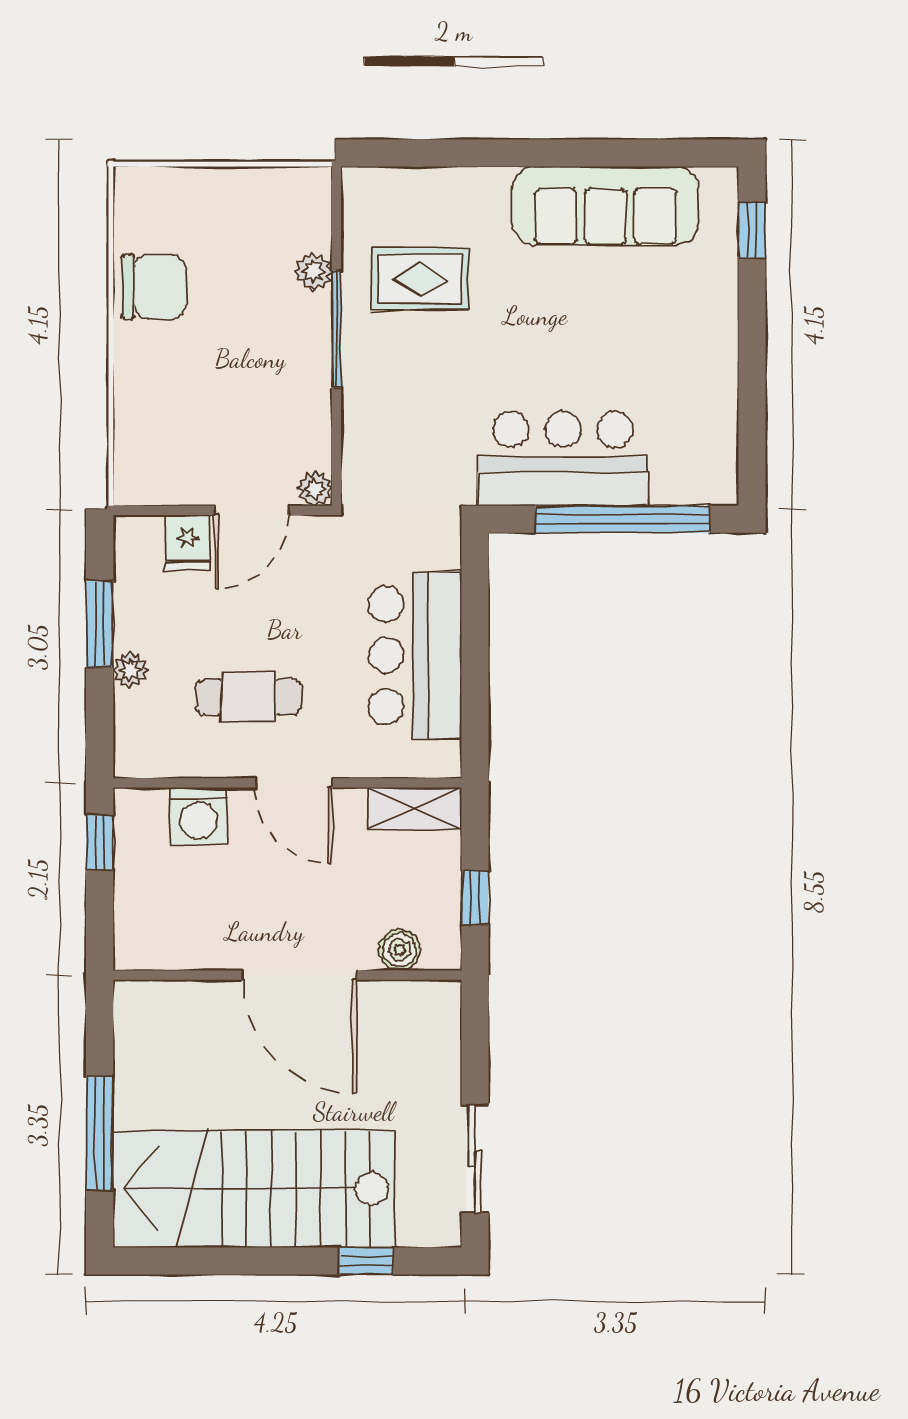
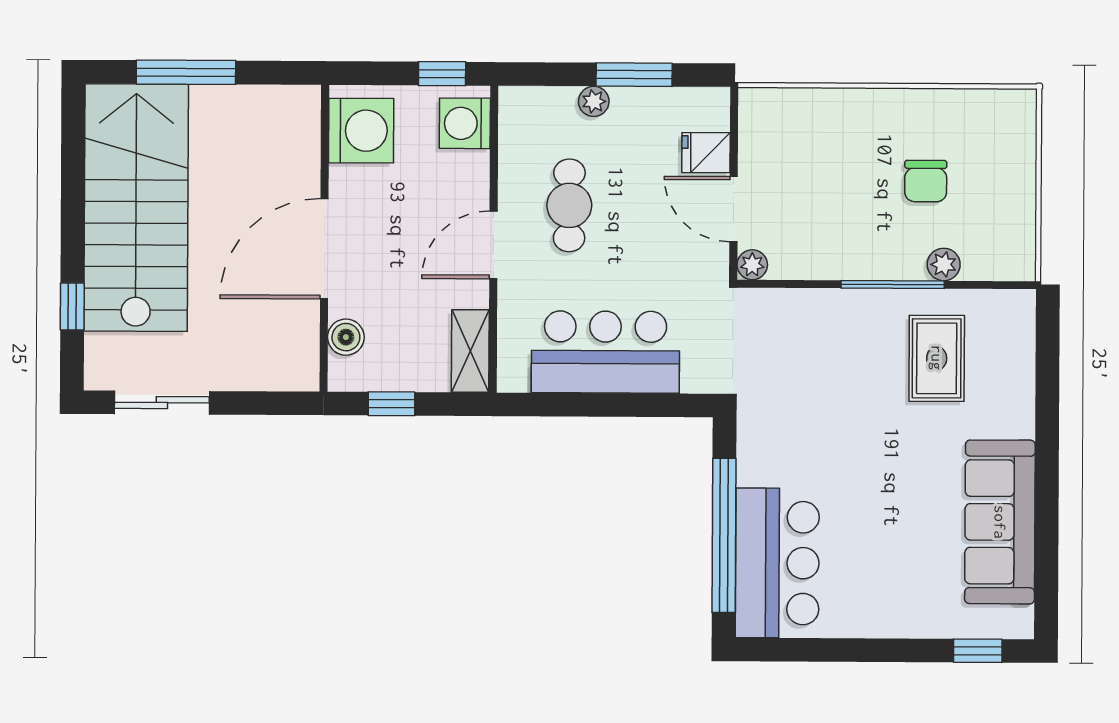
chair: (154, 287) -> (926, 181), moved, width x0.73, depth x0.73
bar counter: (563, 459) -> (777, 563), moved
washing machine: (199, 816) -> (465, 123), moved
washing machine: (165, 934) -> (361, 131), added

